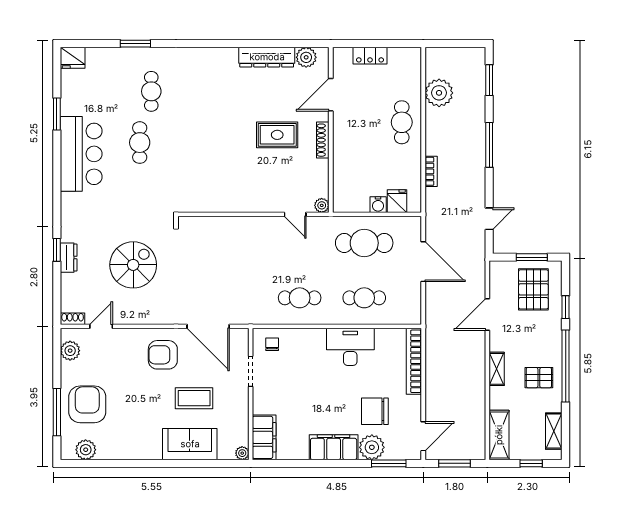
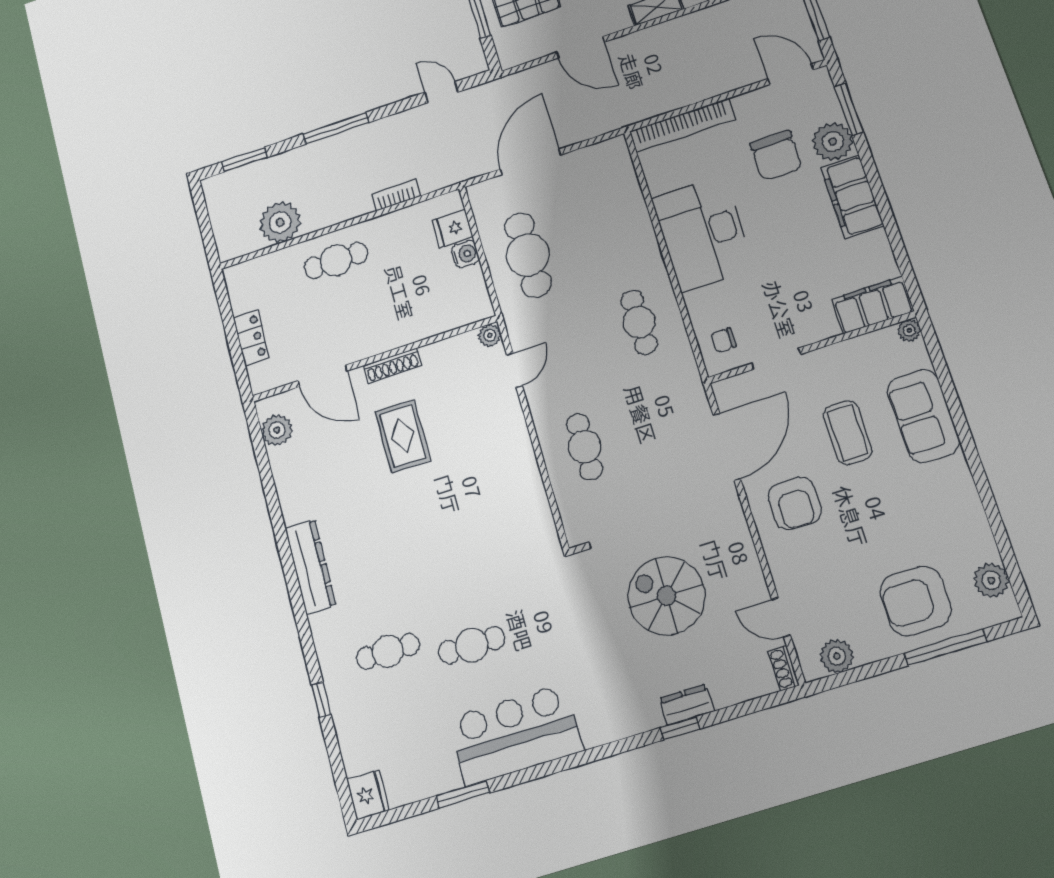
window: (135, 44) -> (321, 700), width x0.67
dresser: (267, 57) -> (310, 567), moved
cafe table: (364, 298) -> (585, 447), moved
desk: (350, 347) -> (703, 233), width x1.36, depth x1.30

